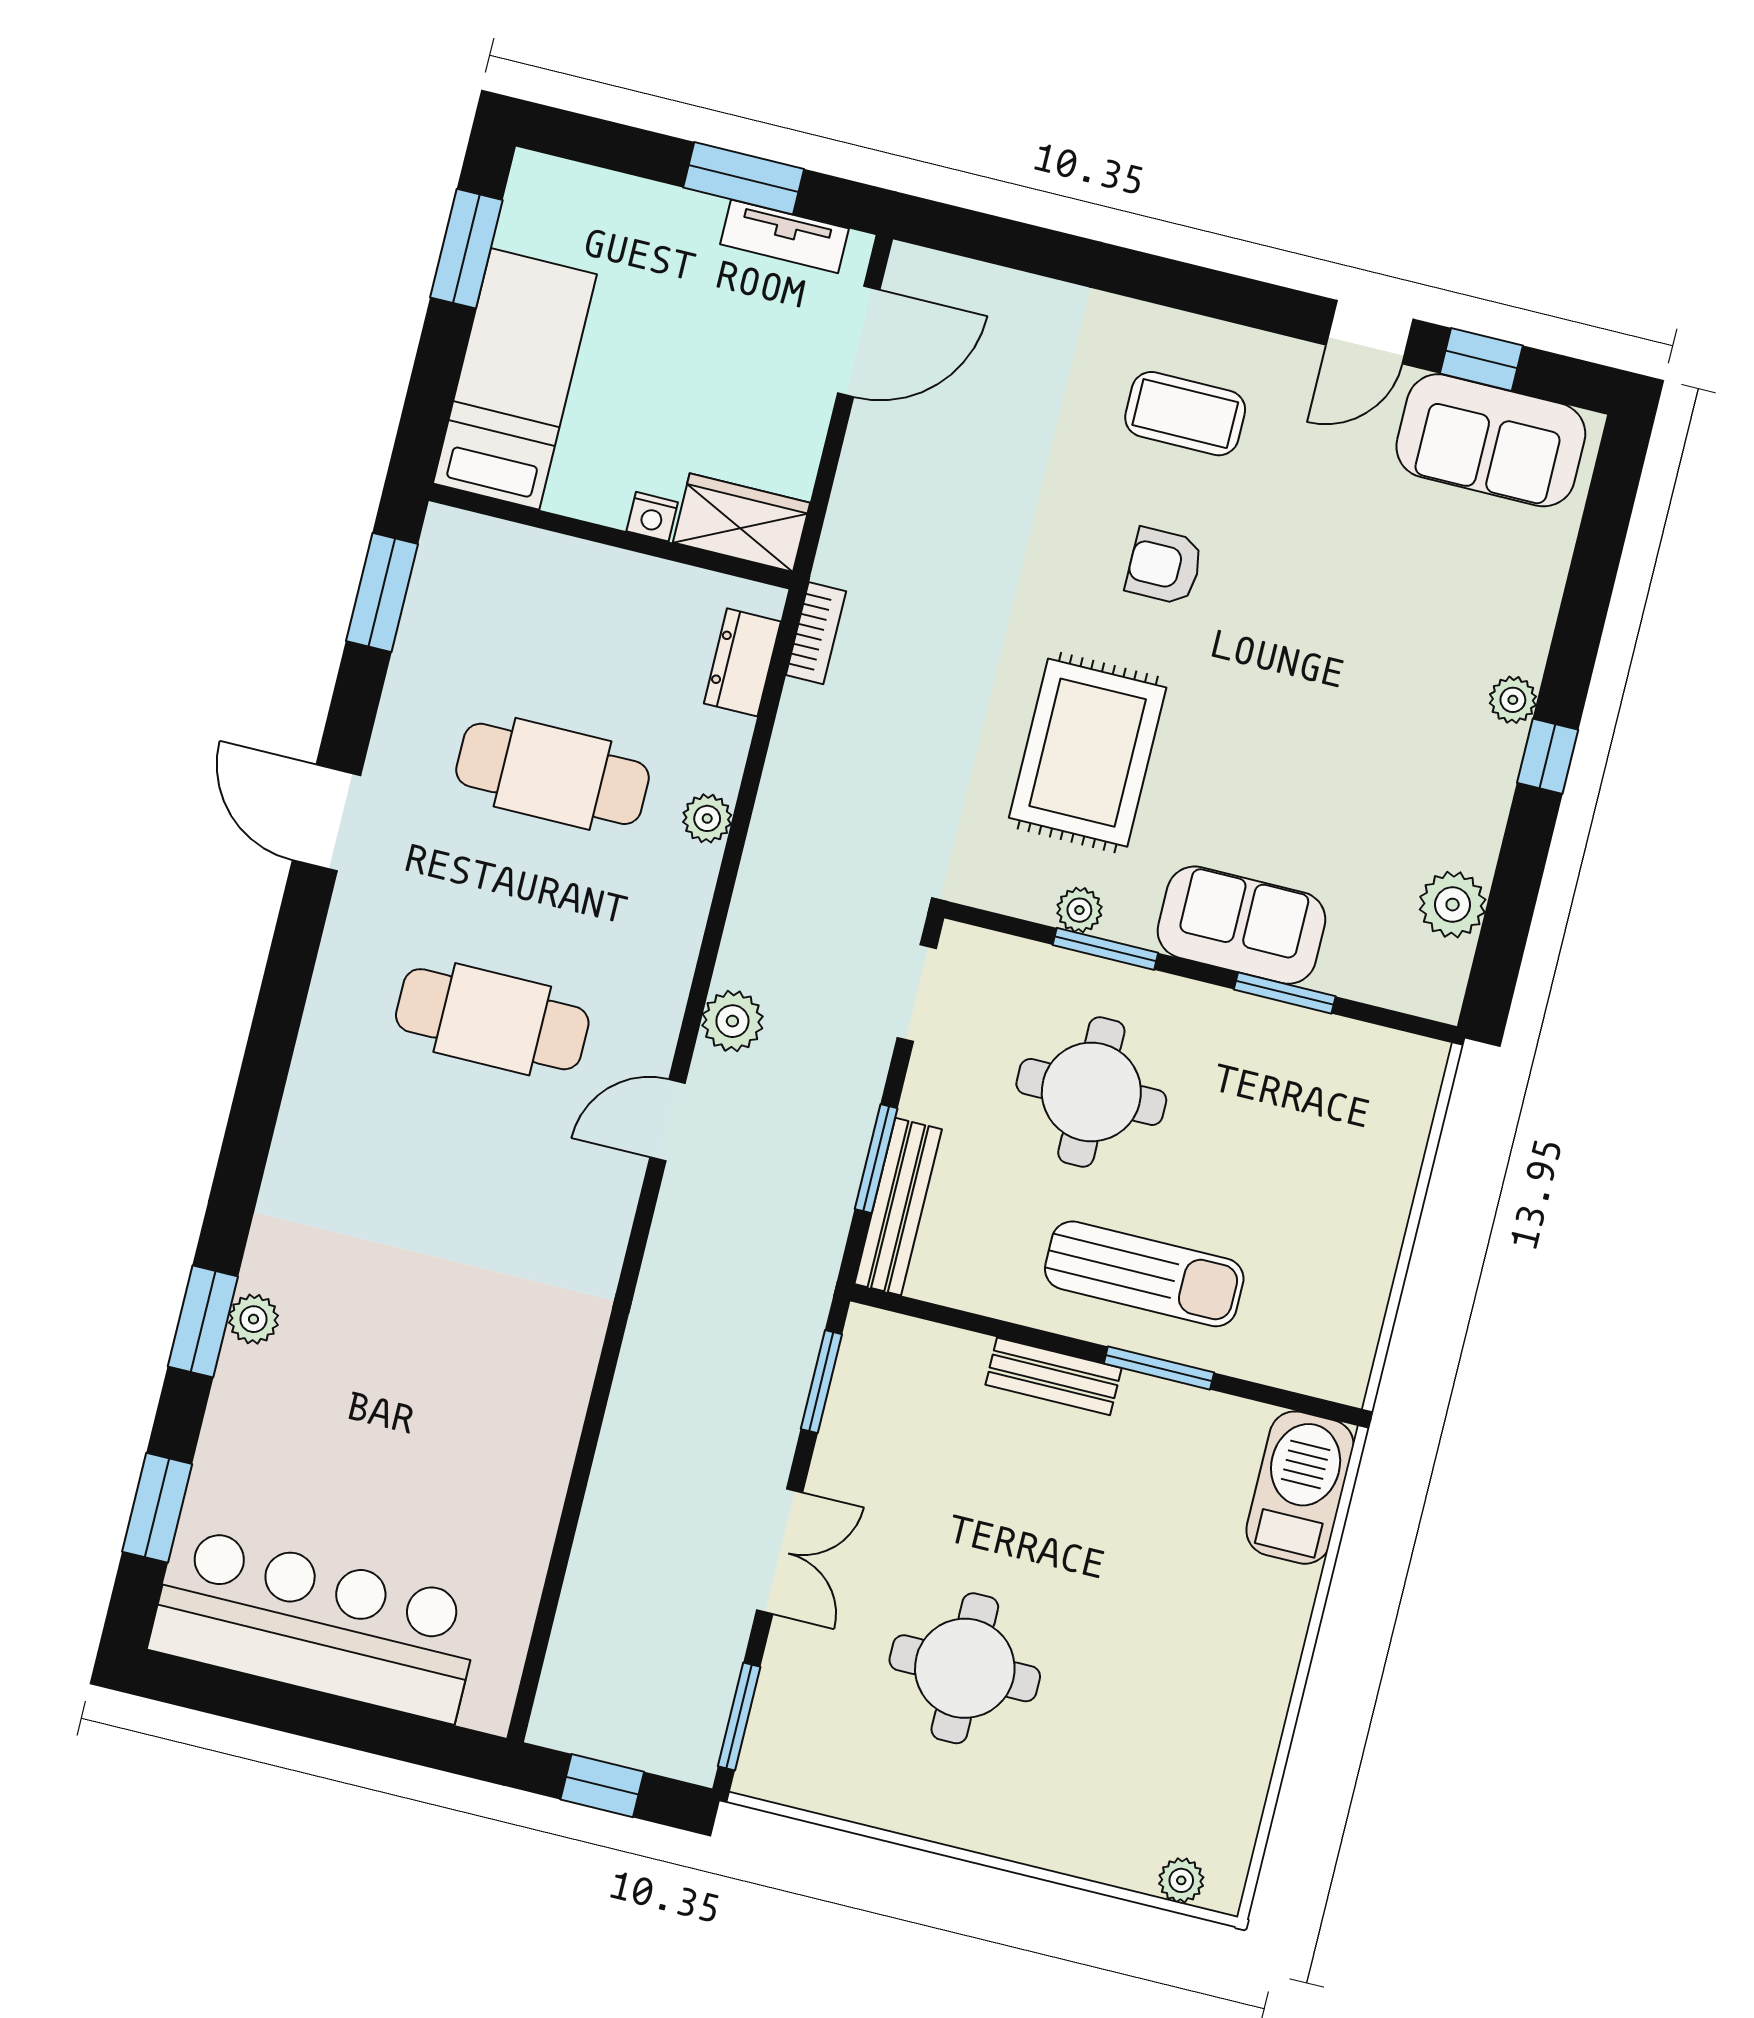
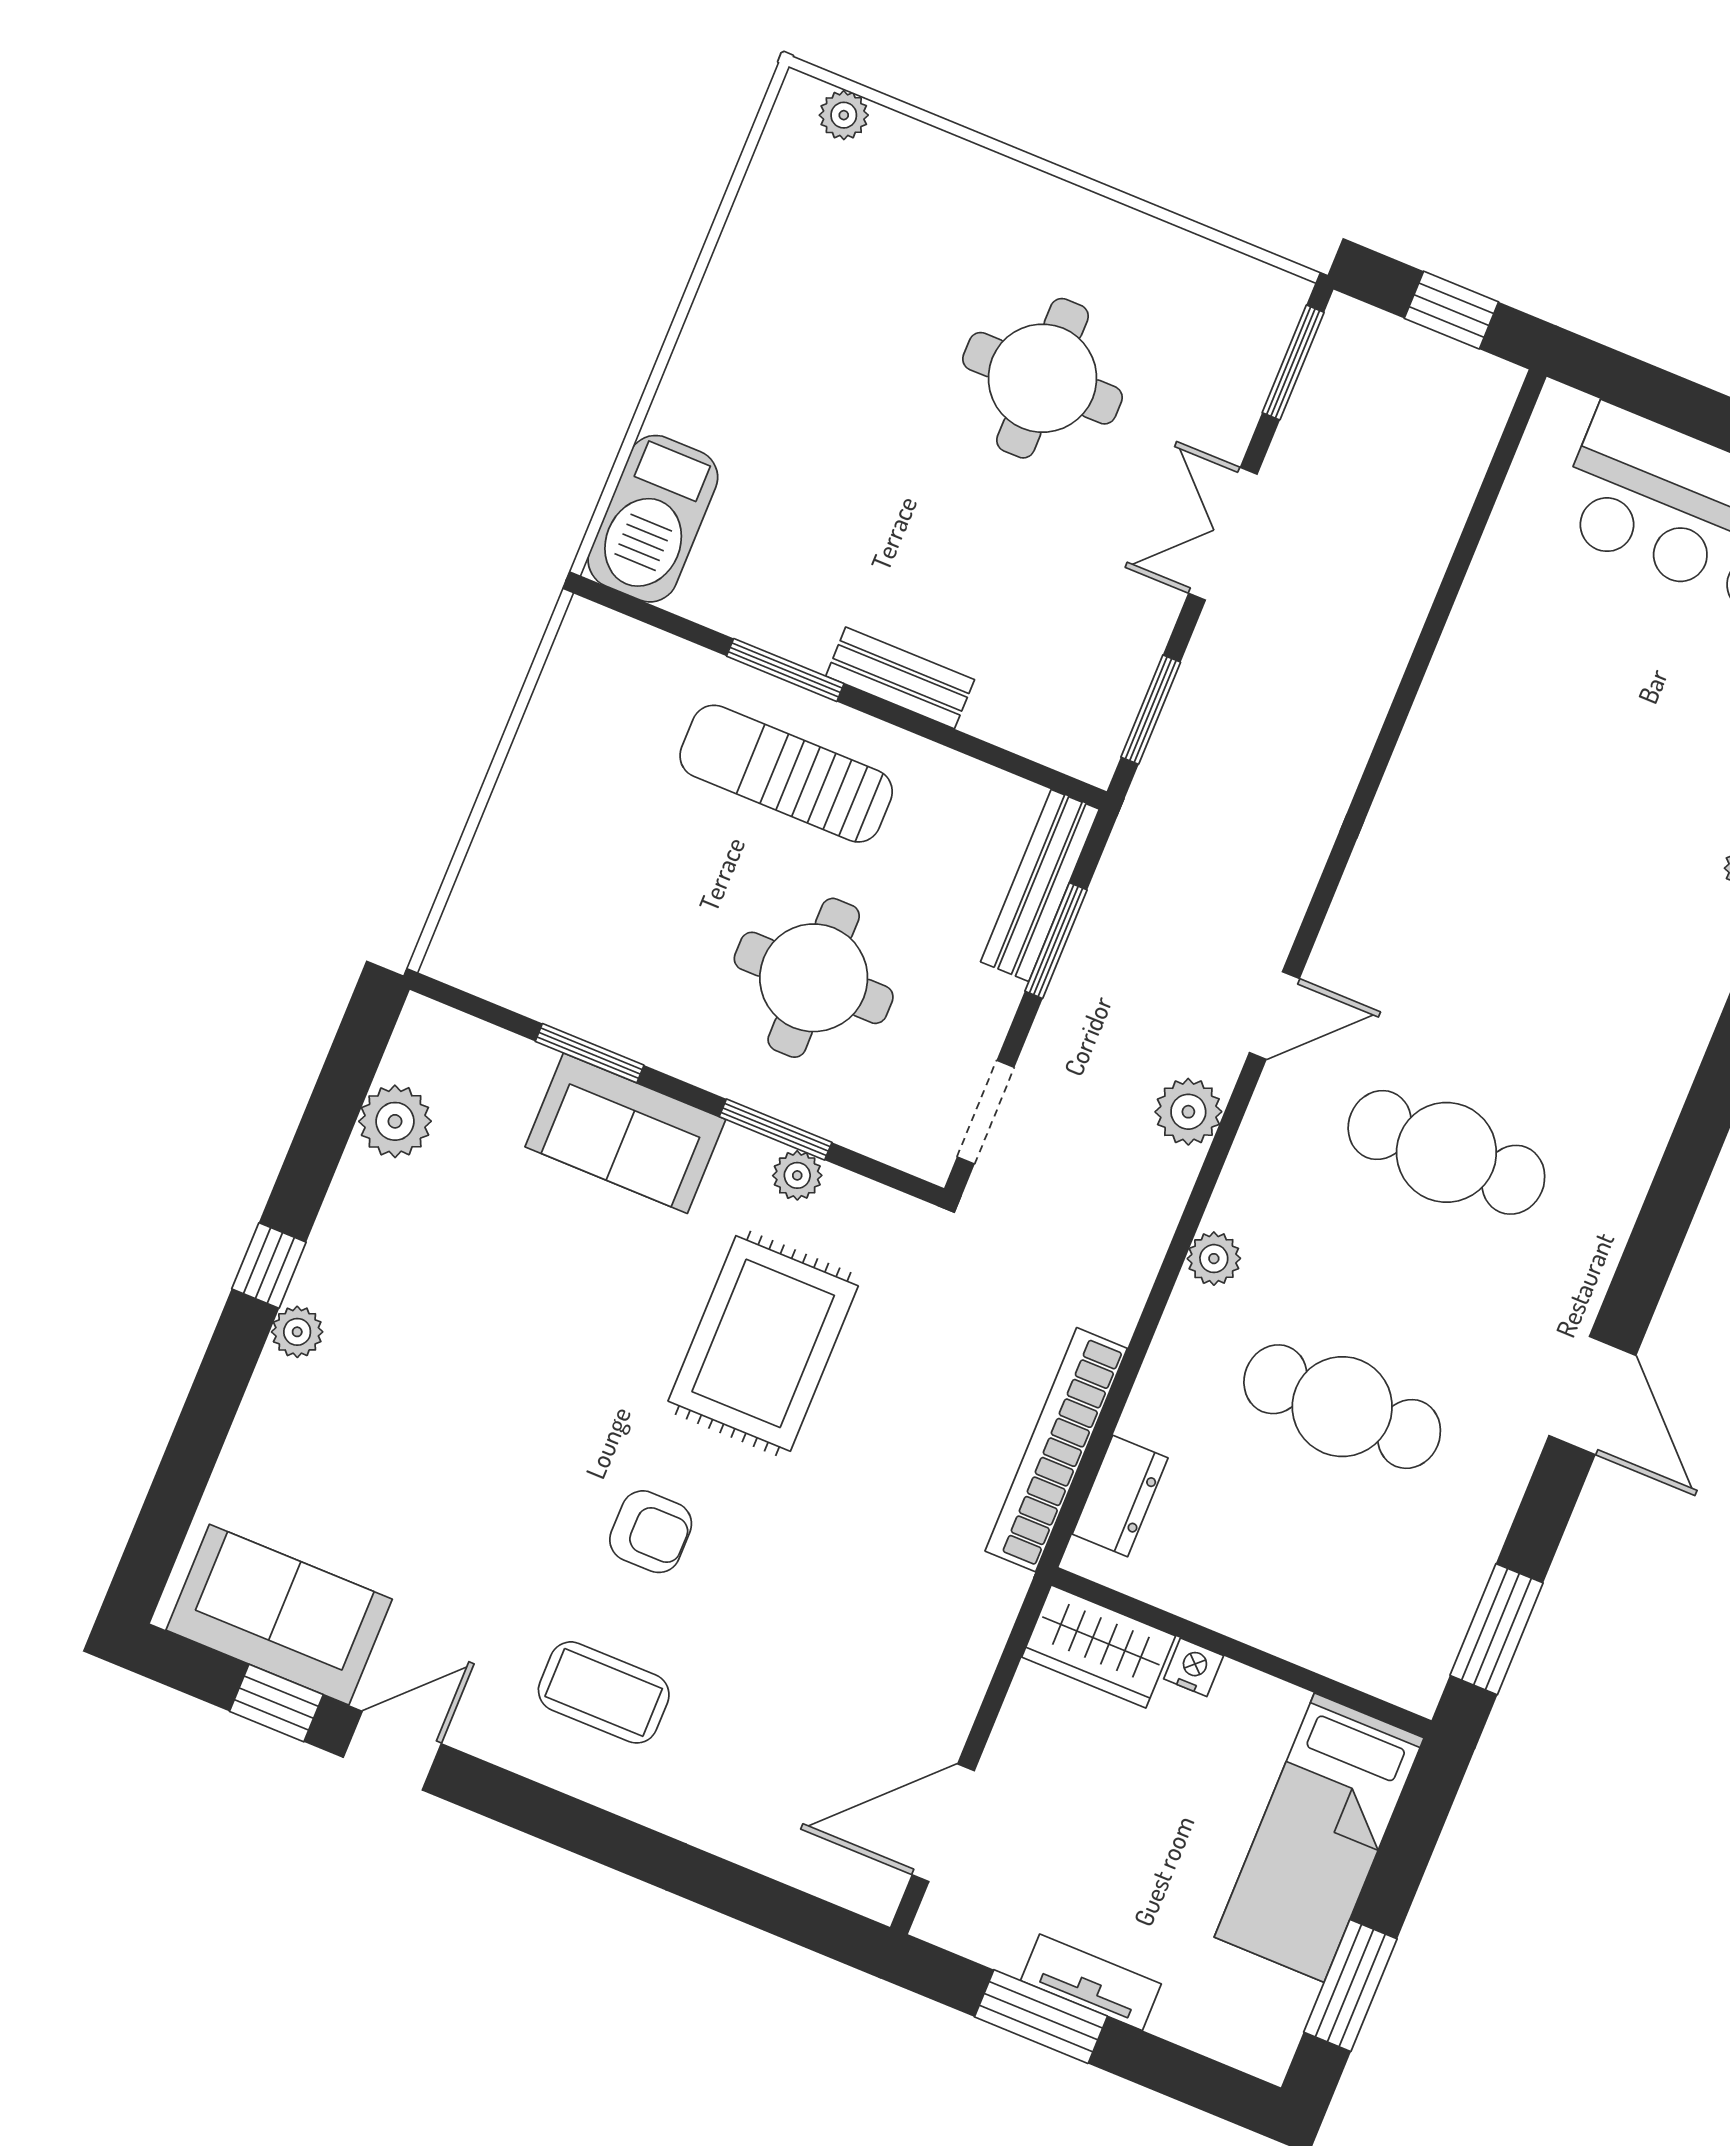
tv unit: (784, 236) -> (1091, 1982), moved
bookcase: (816, 633) -> (1056, 1450), width x2.31, depth x1.31
plant: (707, 818) -> (1214, 1259), moved

